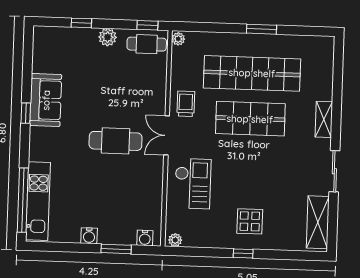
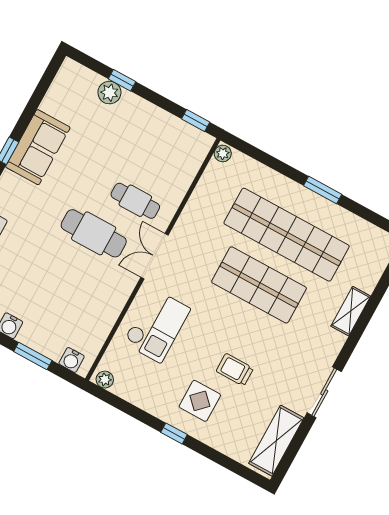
plant: (108, 37) -> (109, 93), moved
cafe table: (147, 44) -> (135, 201), moved
trolley: (186, 104) -> (235, 370), moved, turned -90
shelving: (324, 119) -> (351, 311), moved

